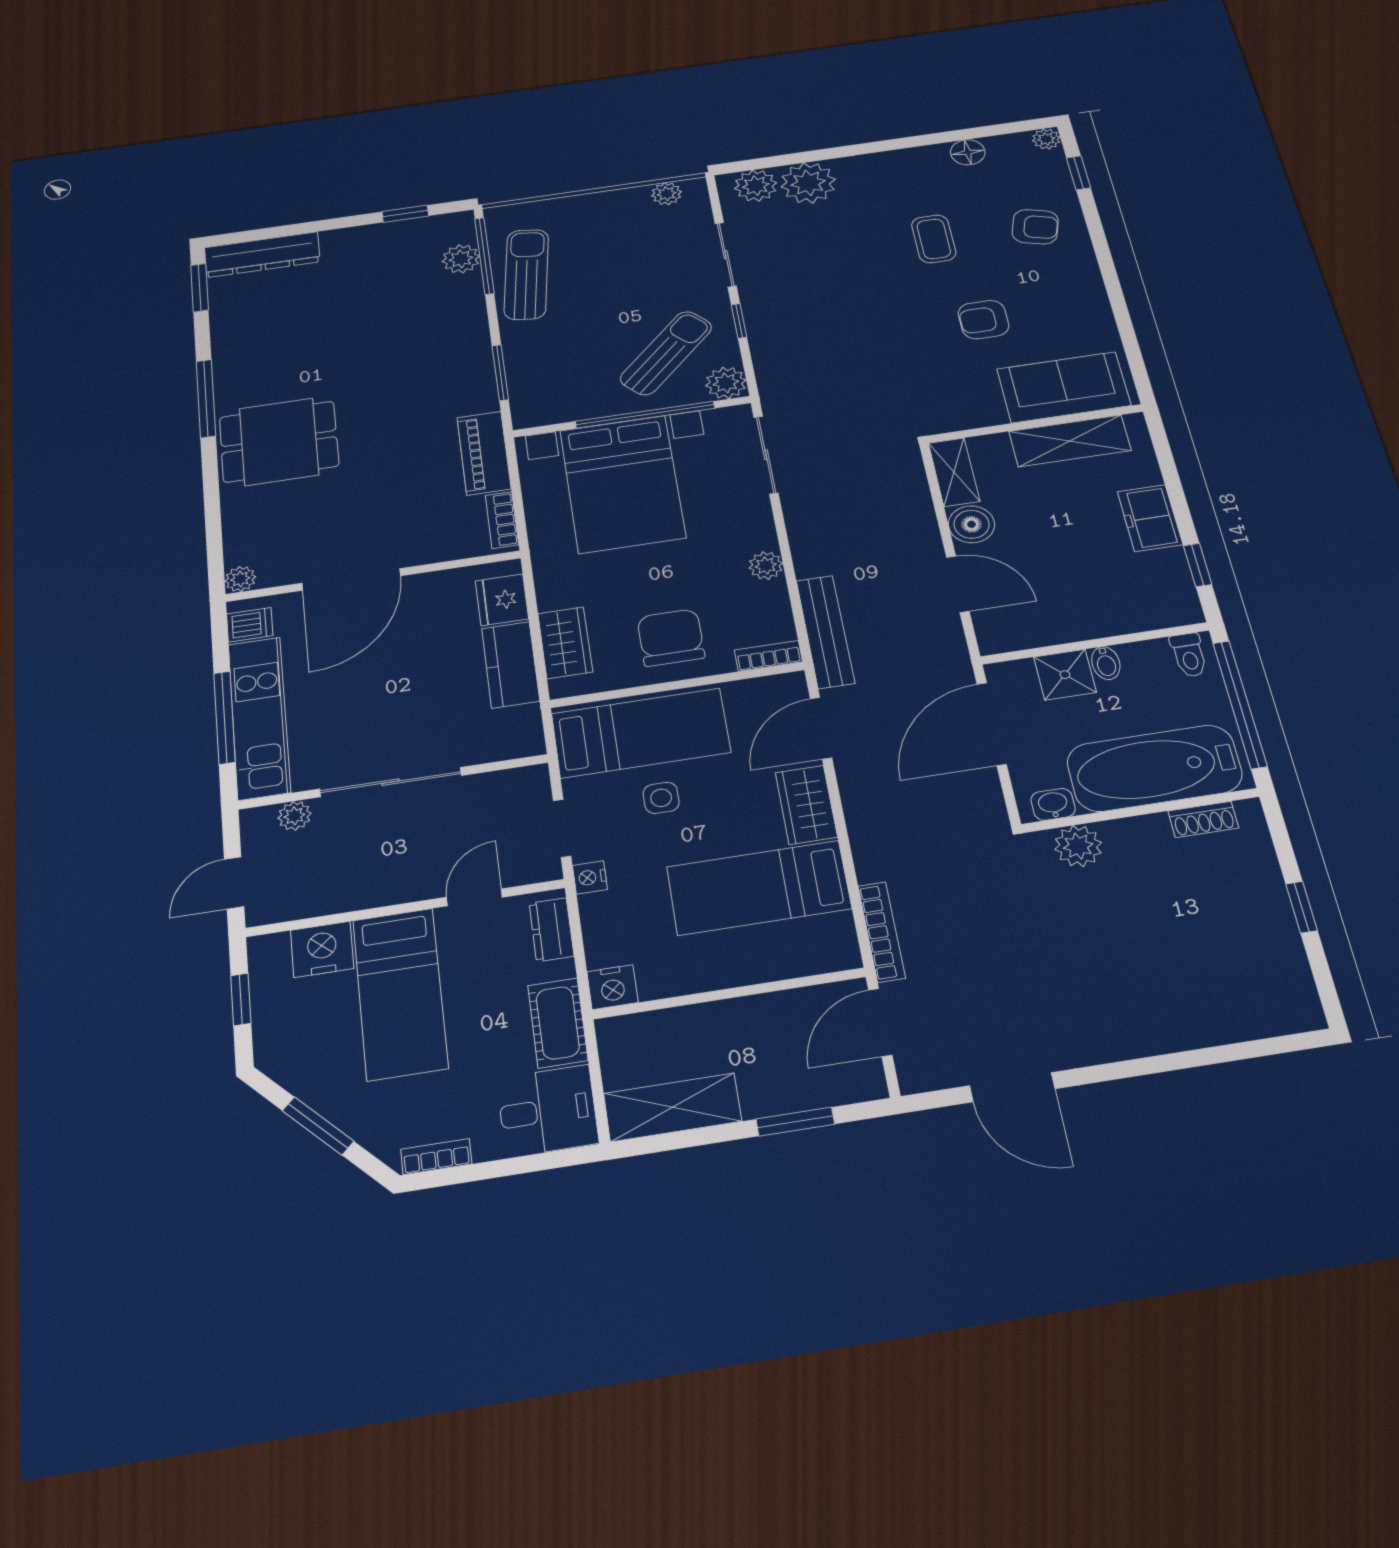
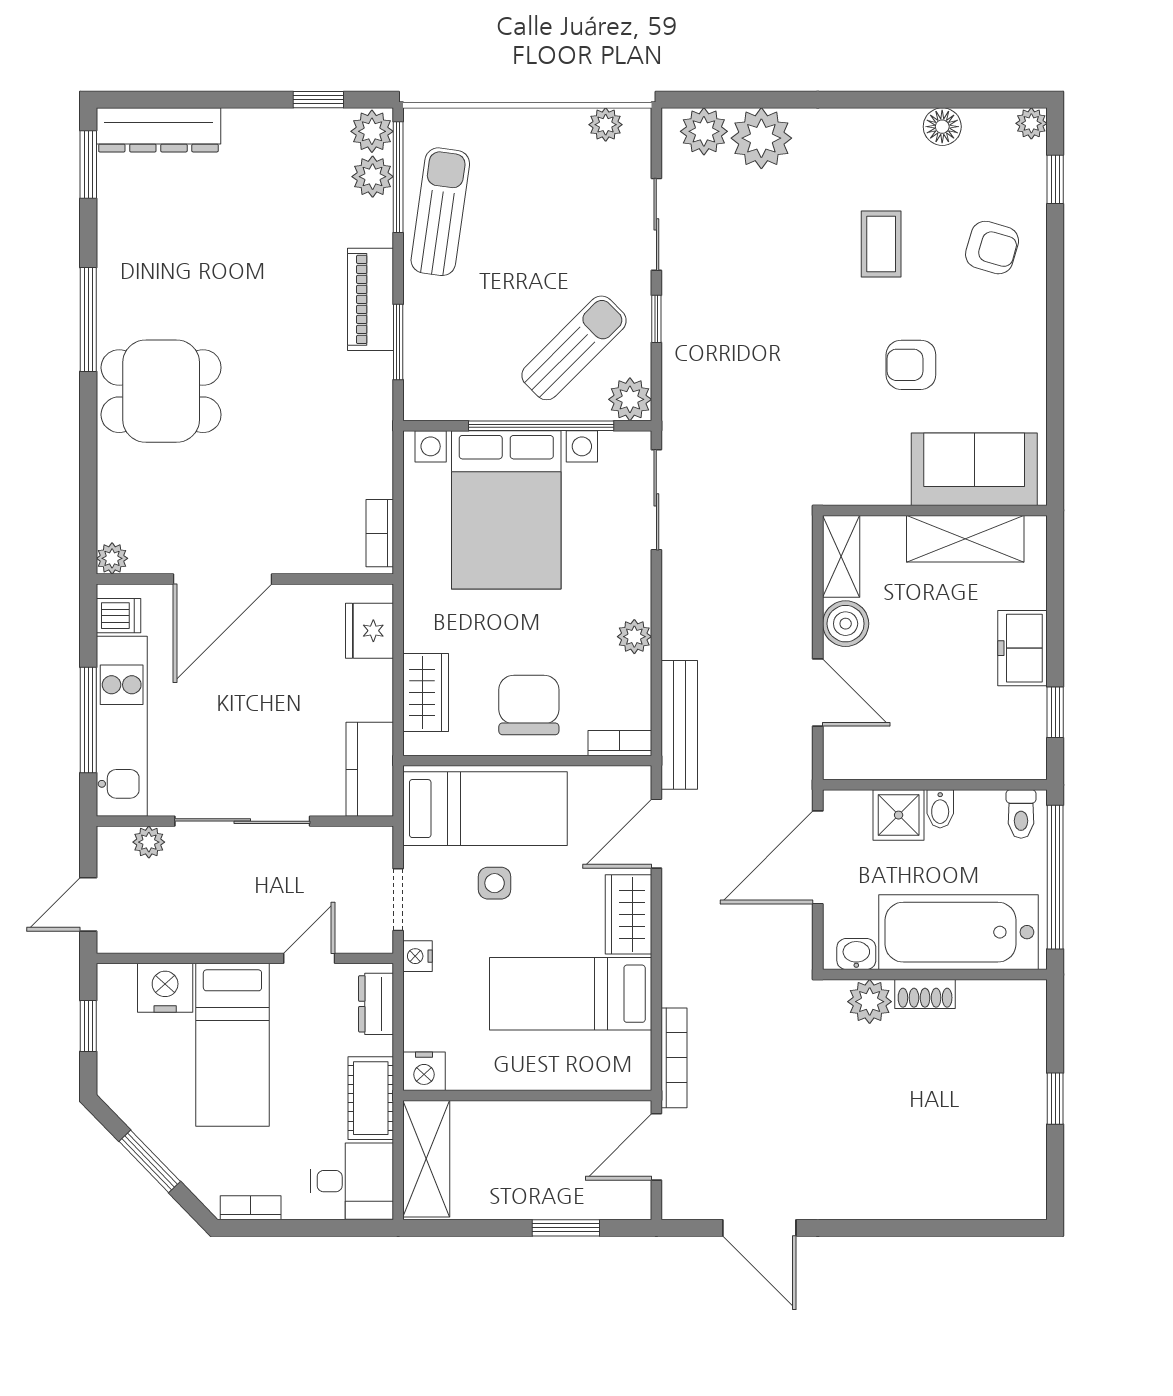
plant: (456, 228) -> (372, 131), added
piano: (484, 453) -> (370, 299), moved
kitchen counter: (511, 665) -> (370, 769), moved
shoe rack: (1203, 819) -> (925, 994), moved
shelving: (672, 1107) -> (426, 1159), moved, turned 90

